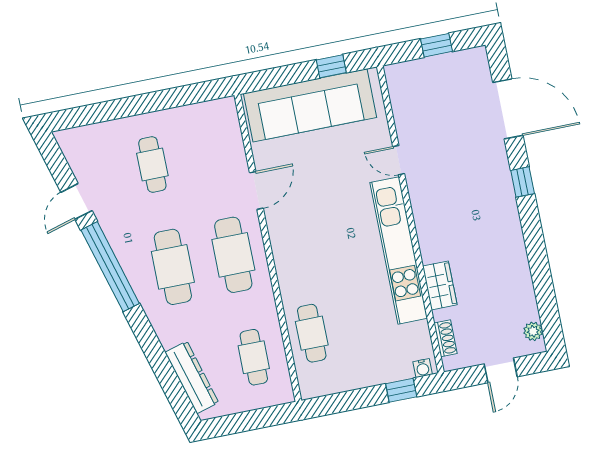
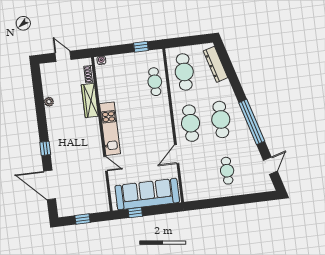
door: (76, 201) -> (270, 166), moved
kitchen unit: (399, 250) -> (110, 129), width x0.73
wardrobe: (440, 285) -> (90, 100), width x1.50
plant: (533, 331) -> (49, 102), moved
cafe table: (254, 357) -> (184, 72), width x1.37, depth x1.35
door: (501, 370) -> (63, 56), hinge flipped
window: (401, 390) -> (141, 47), moved

